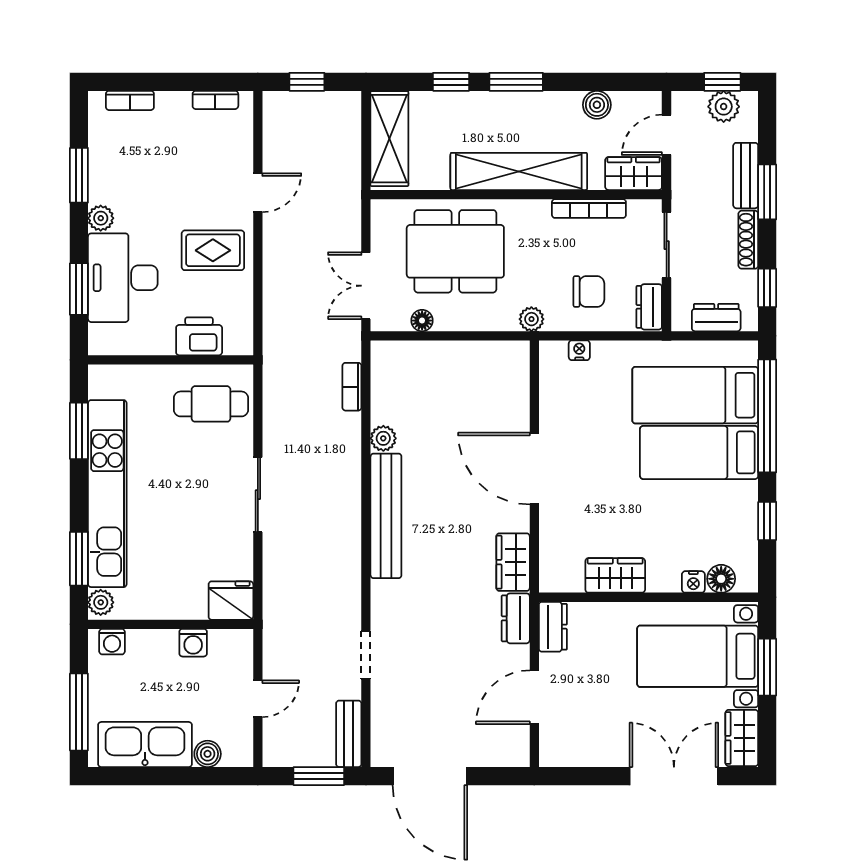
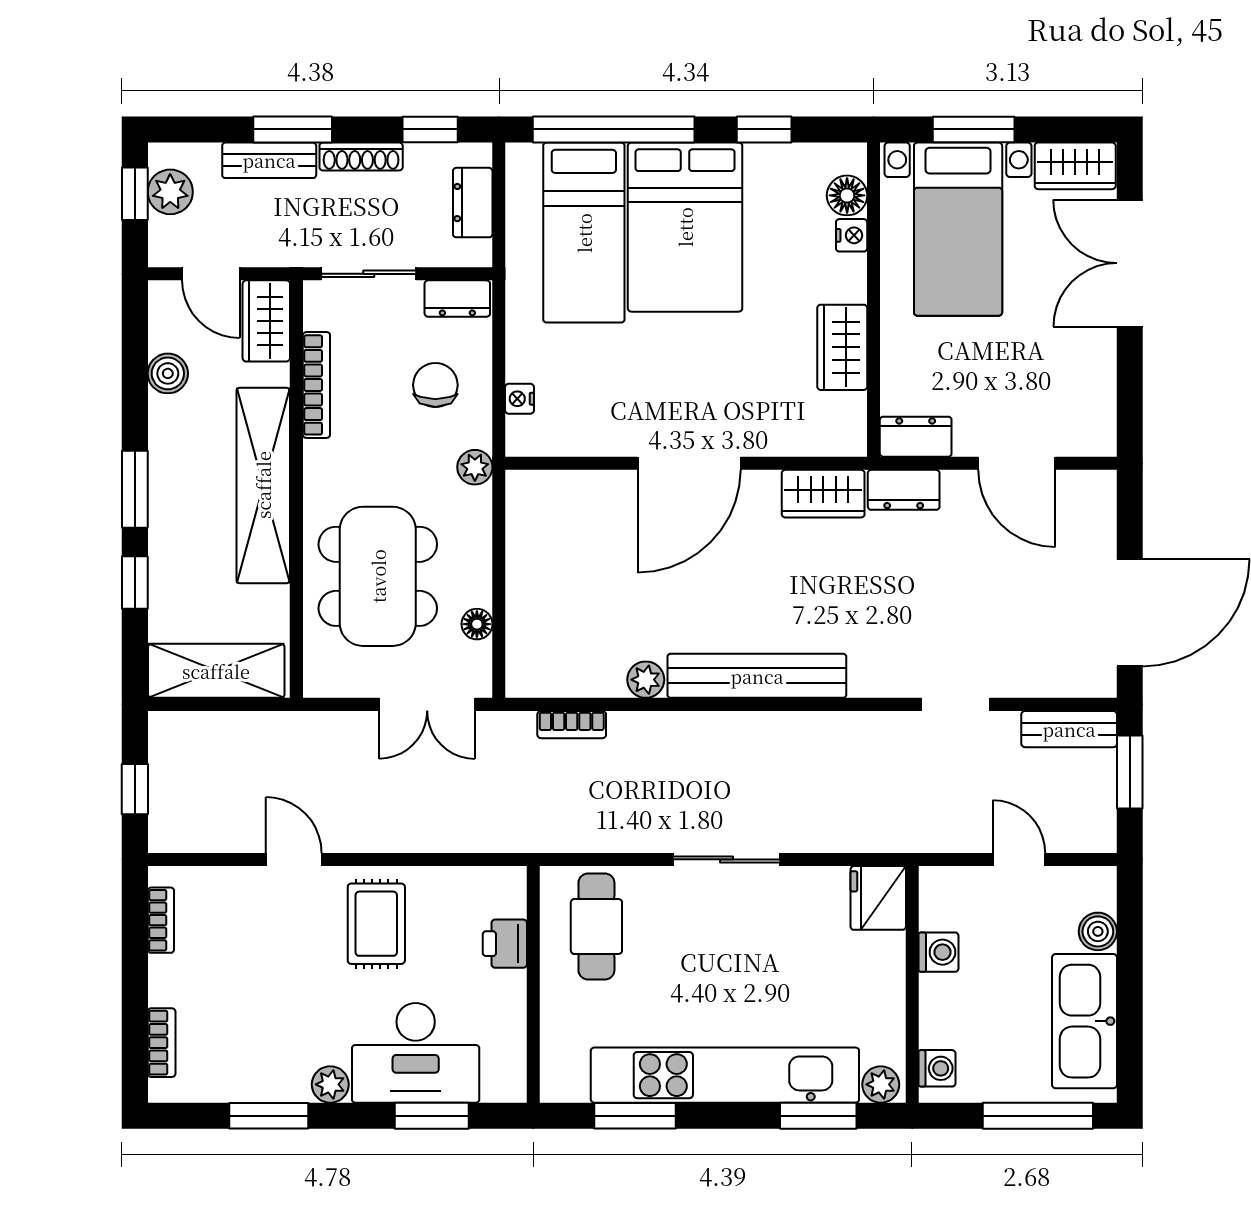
printer: (199, 336) -> (505, 944), width x0.73, depth x0.81
bed: (699, 452) -> (685, 227), width x1.50

